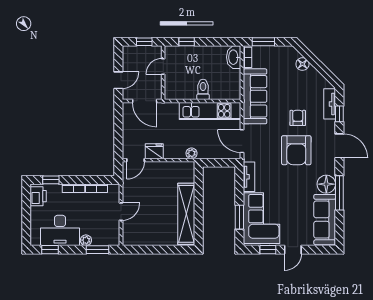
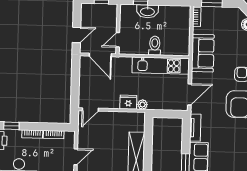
washbasin: (234, 57) -> (147, 11), moved, turned -90
door: (163, 66) -> (118, 40), moved
sofa: (255, 96) -> (203, 53), width x0.73
door: (242, 141) -> (190, 94), swing flipped
fridge: (154, 151) -> (128, 102), moved

